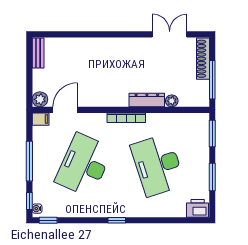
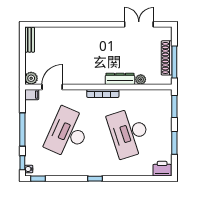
shoe rack: (203, 59) -> (167, 58), moved

